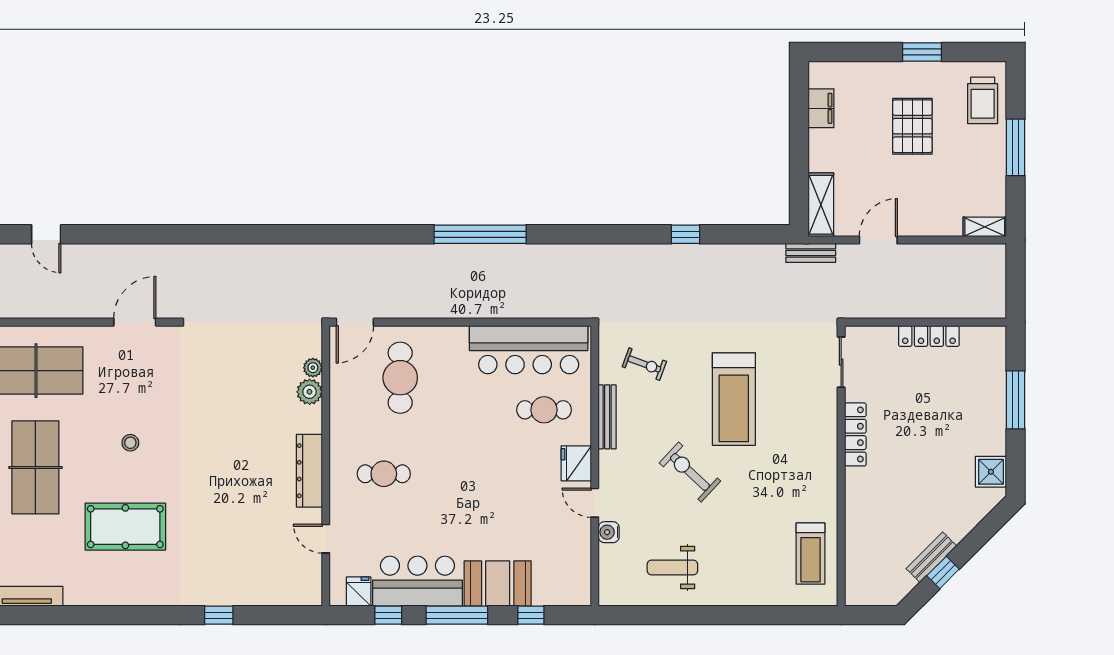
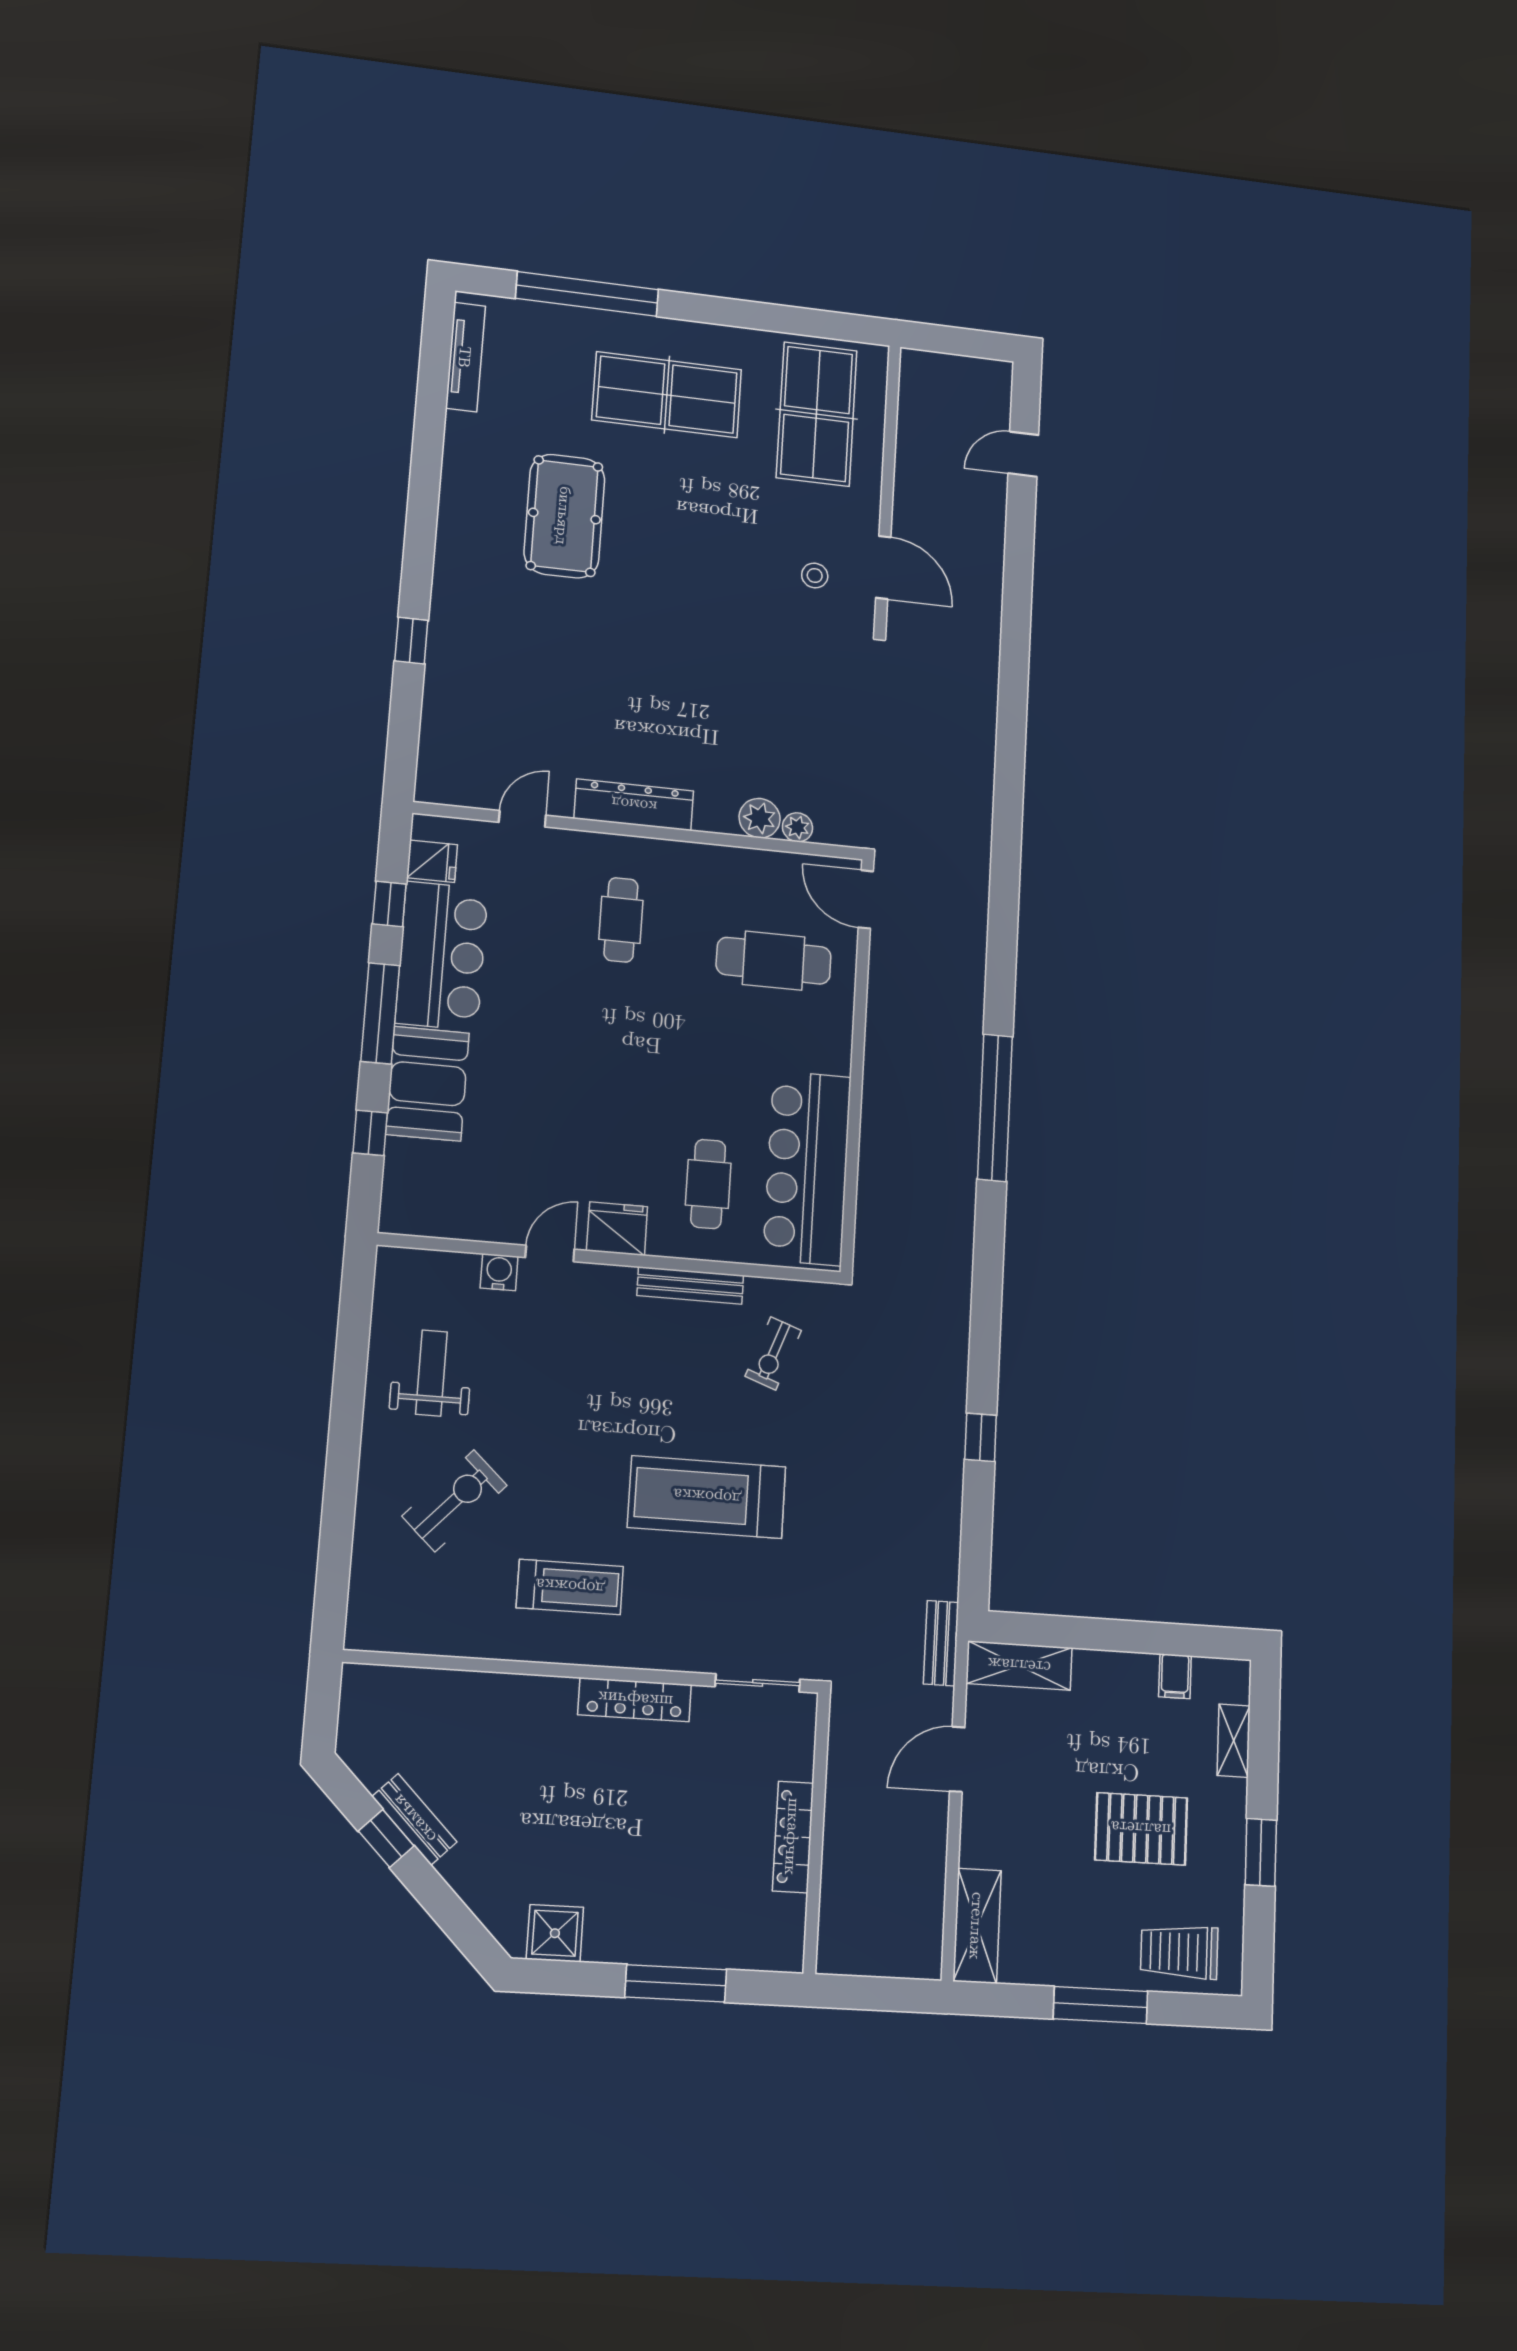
shelving: (857, 71) -> (1234, 1741), added
filing cabinet: (821, 108) -> (1175, 1676), width x0.50
shelving: (985, 227) -> (977, 1926), width x1.50, depth x1.33
door: (878, 240) -> (957, 1759), swing flipped
stool: (130, 443) -> (815, 576), moved
exercise bike: (690, 472) -> (455, 1501), moved
treadmill: (811, 554) -> (570, 1587), moved, turned 180

